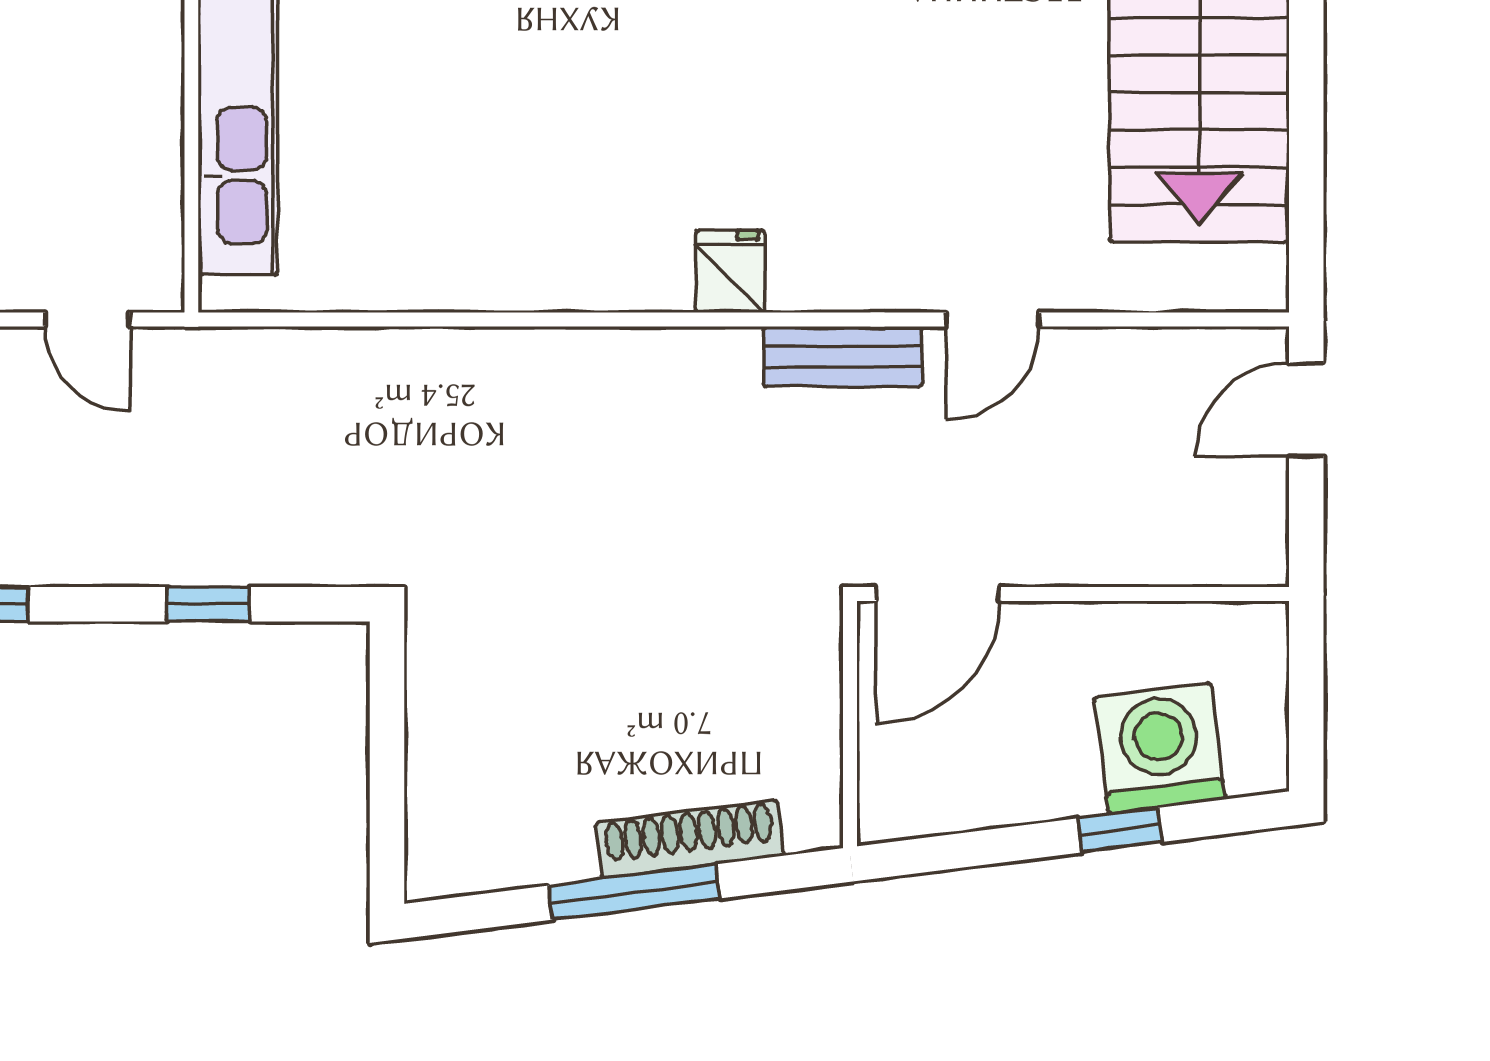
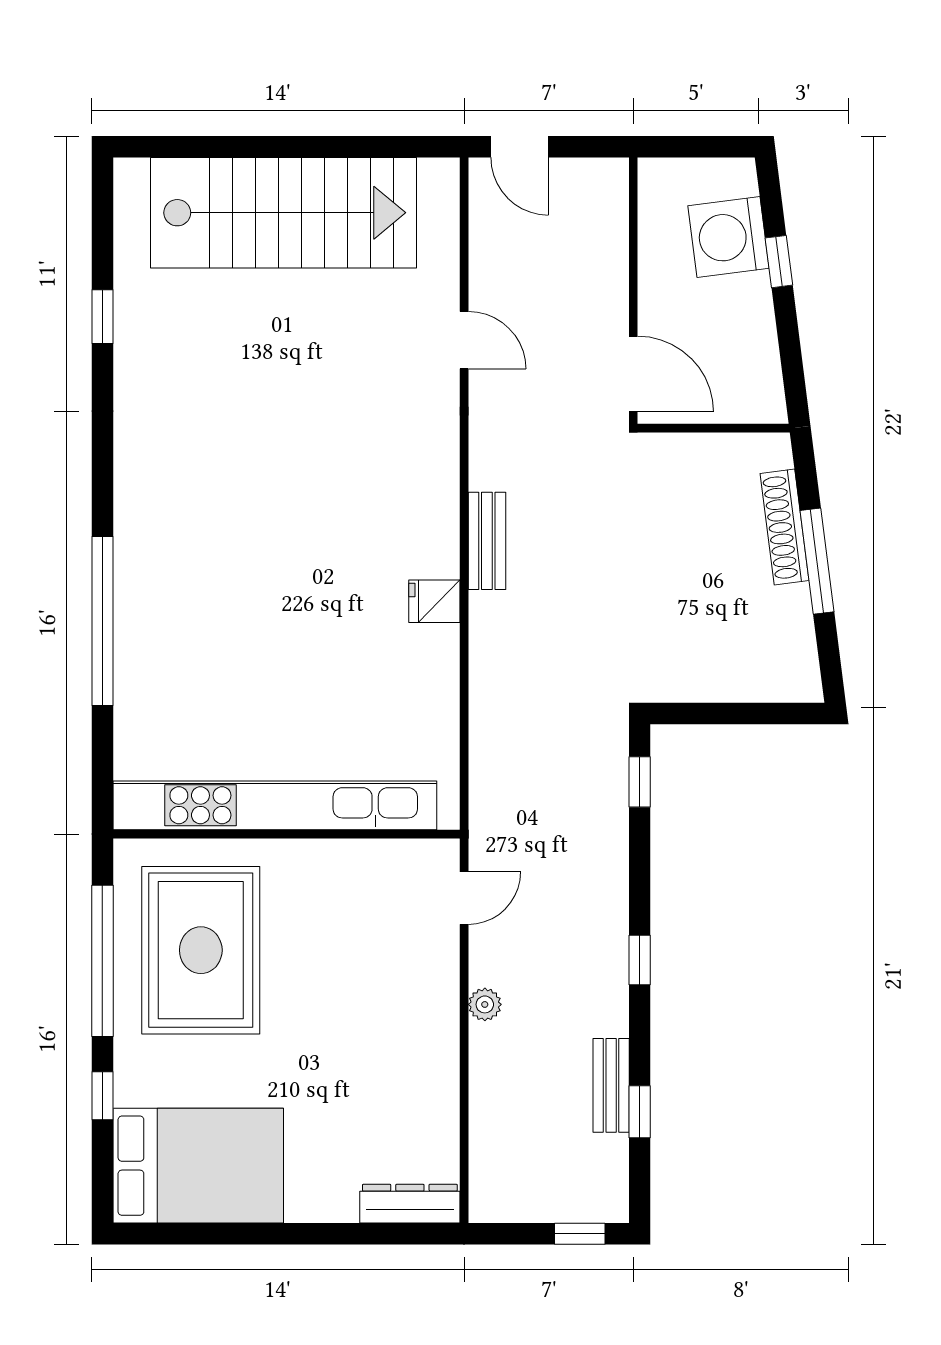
fridge: (730, 271) -> (434, 601), moved
bench: (843, 357) -> (487, 541), moved
window: (209, 604) -> (640, 782), moved

